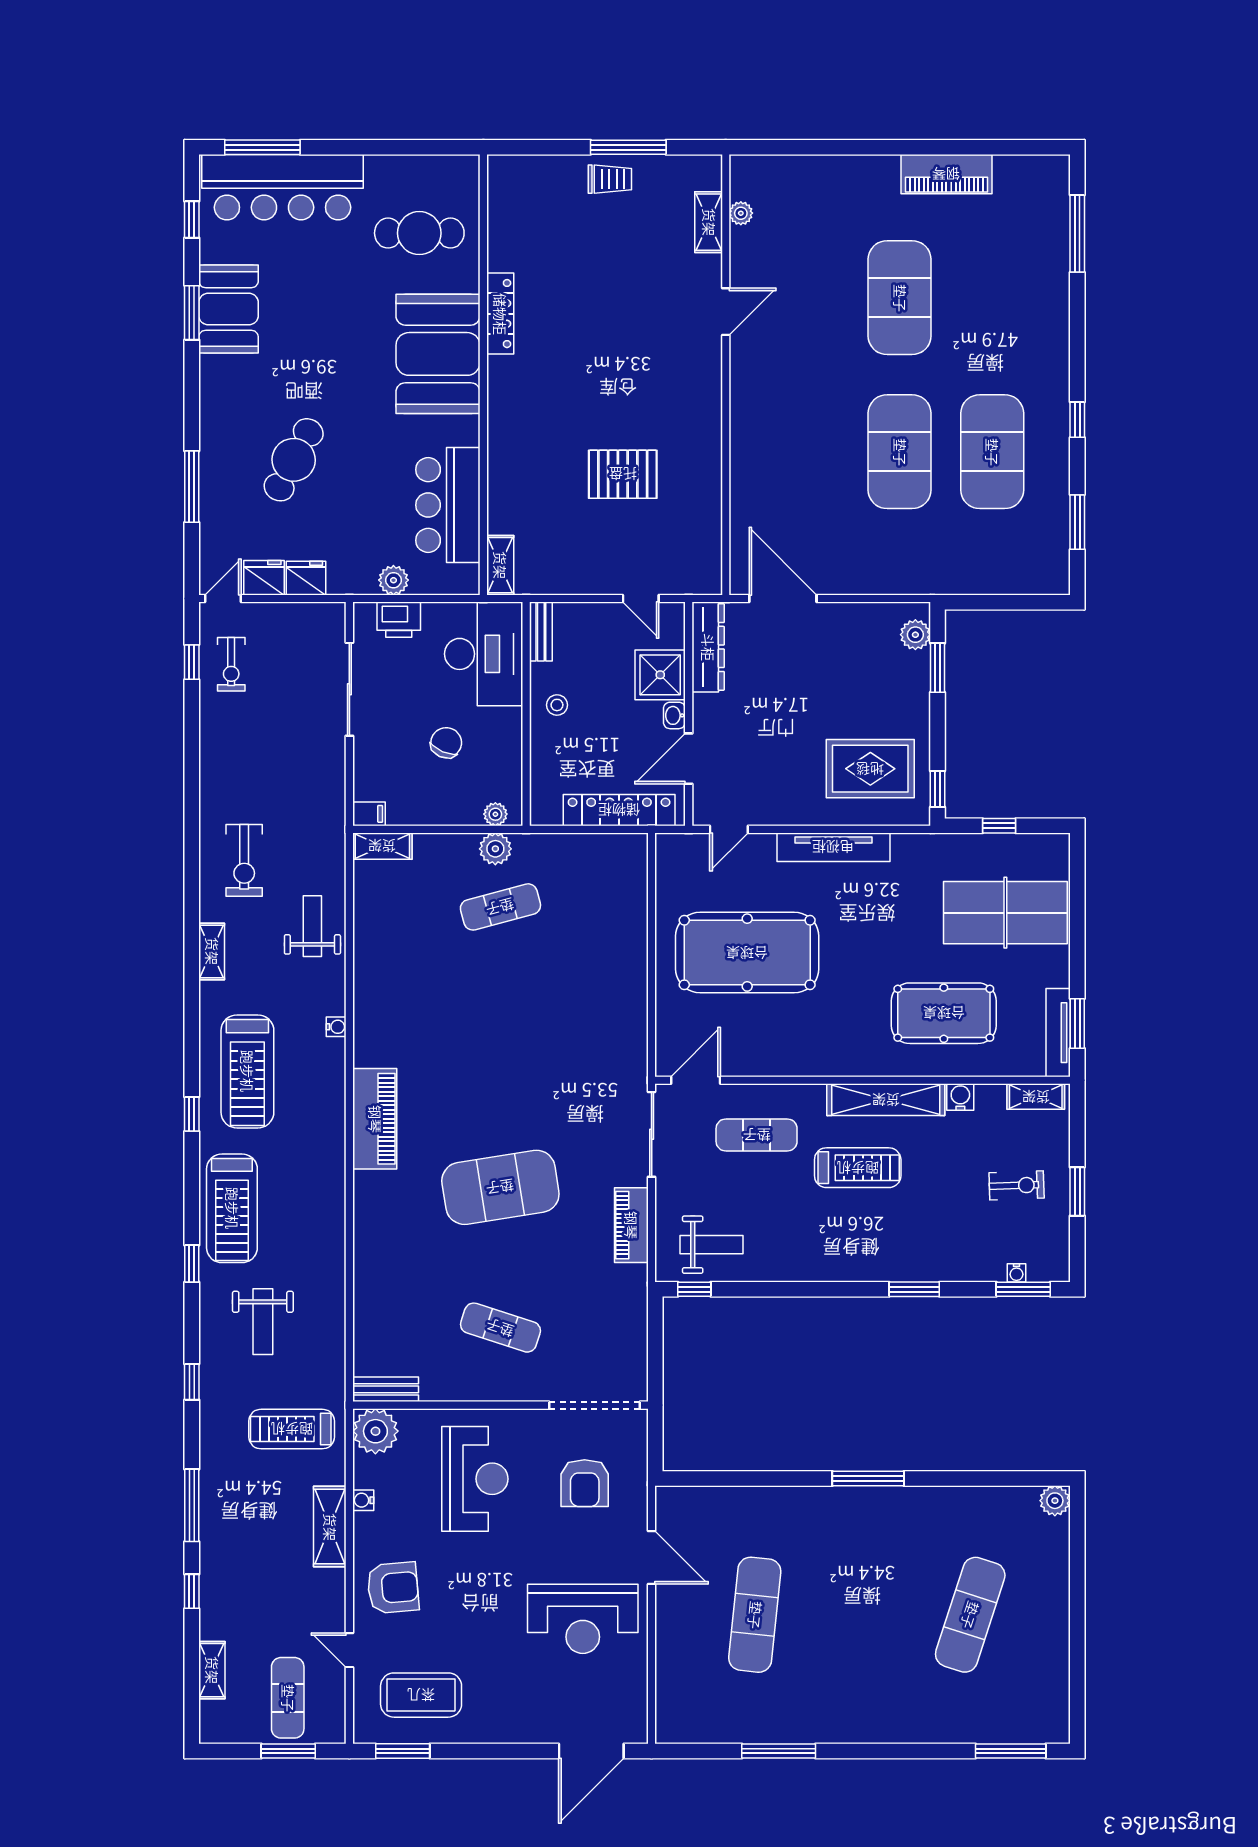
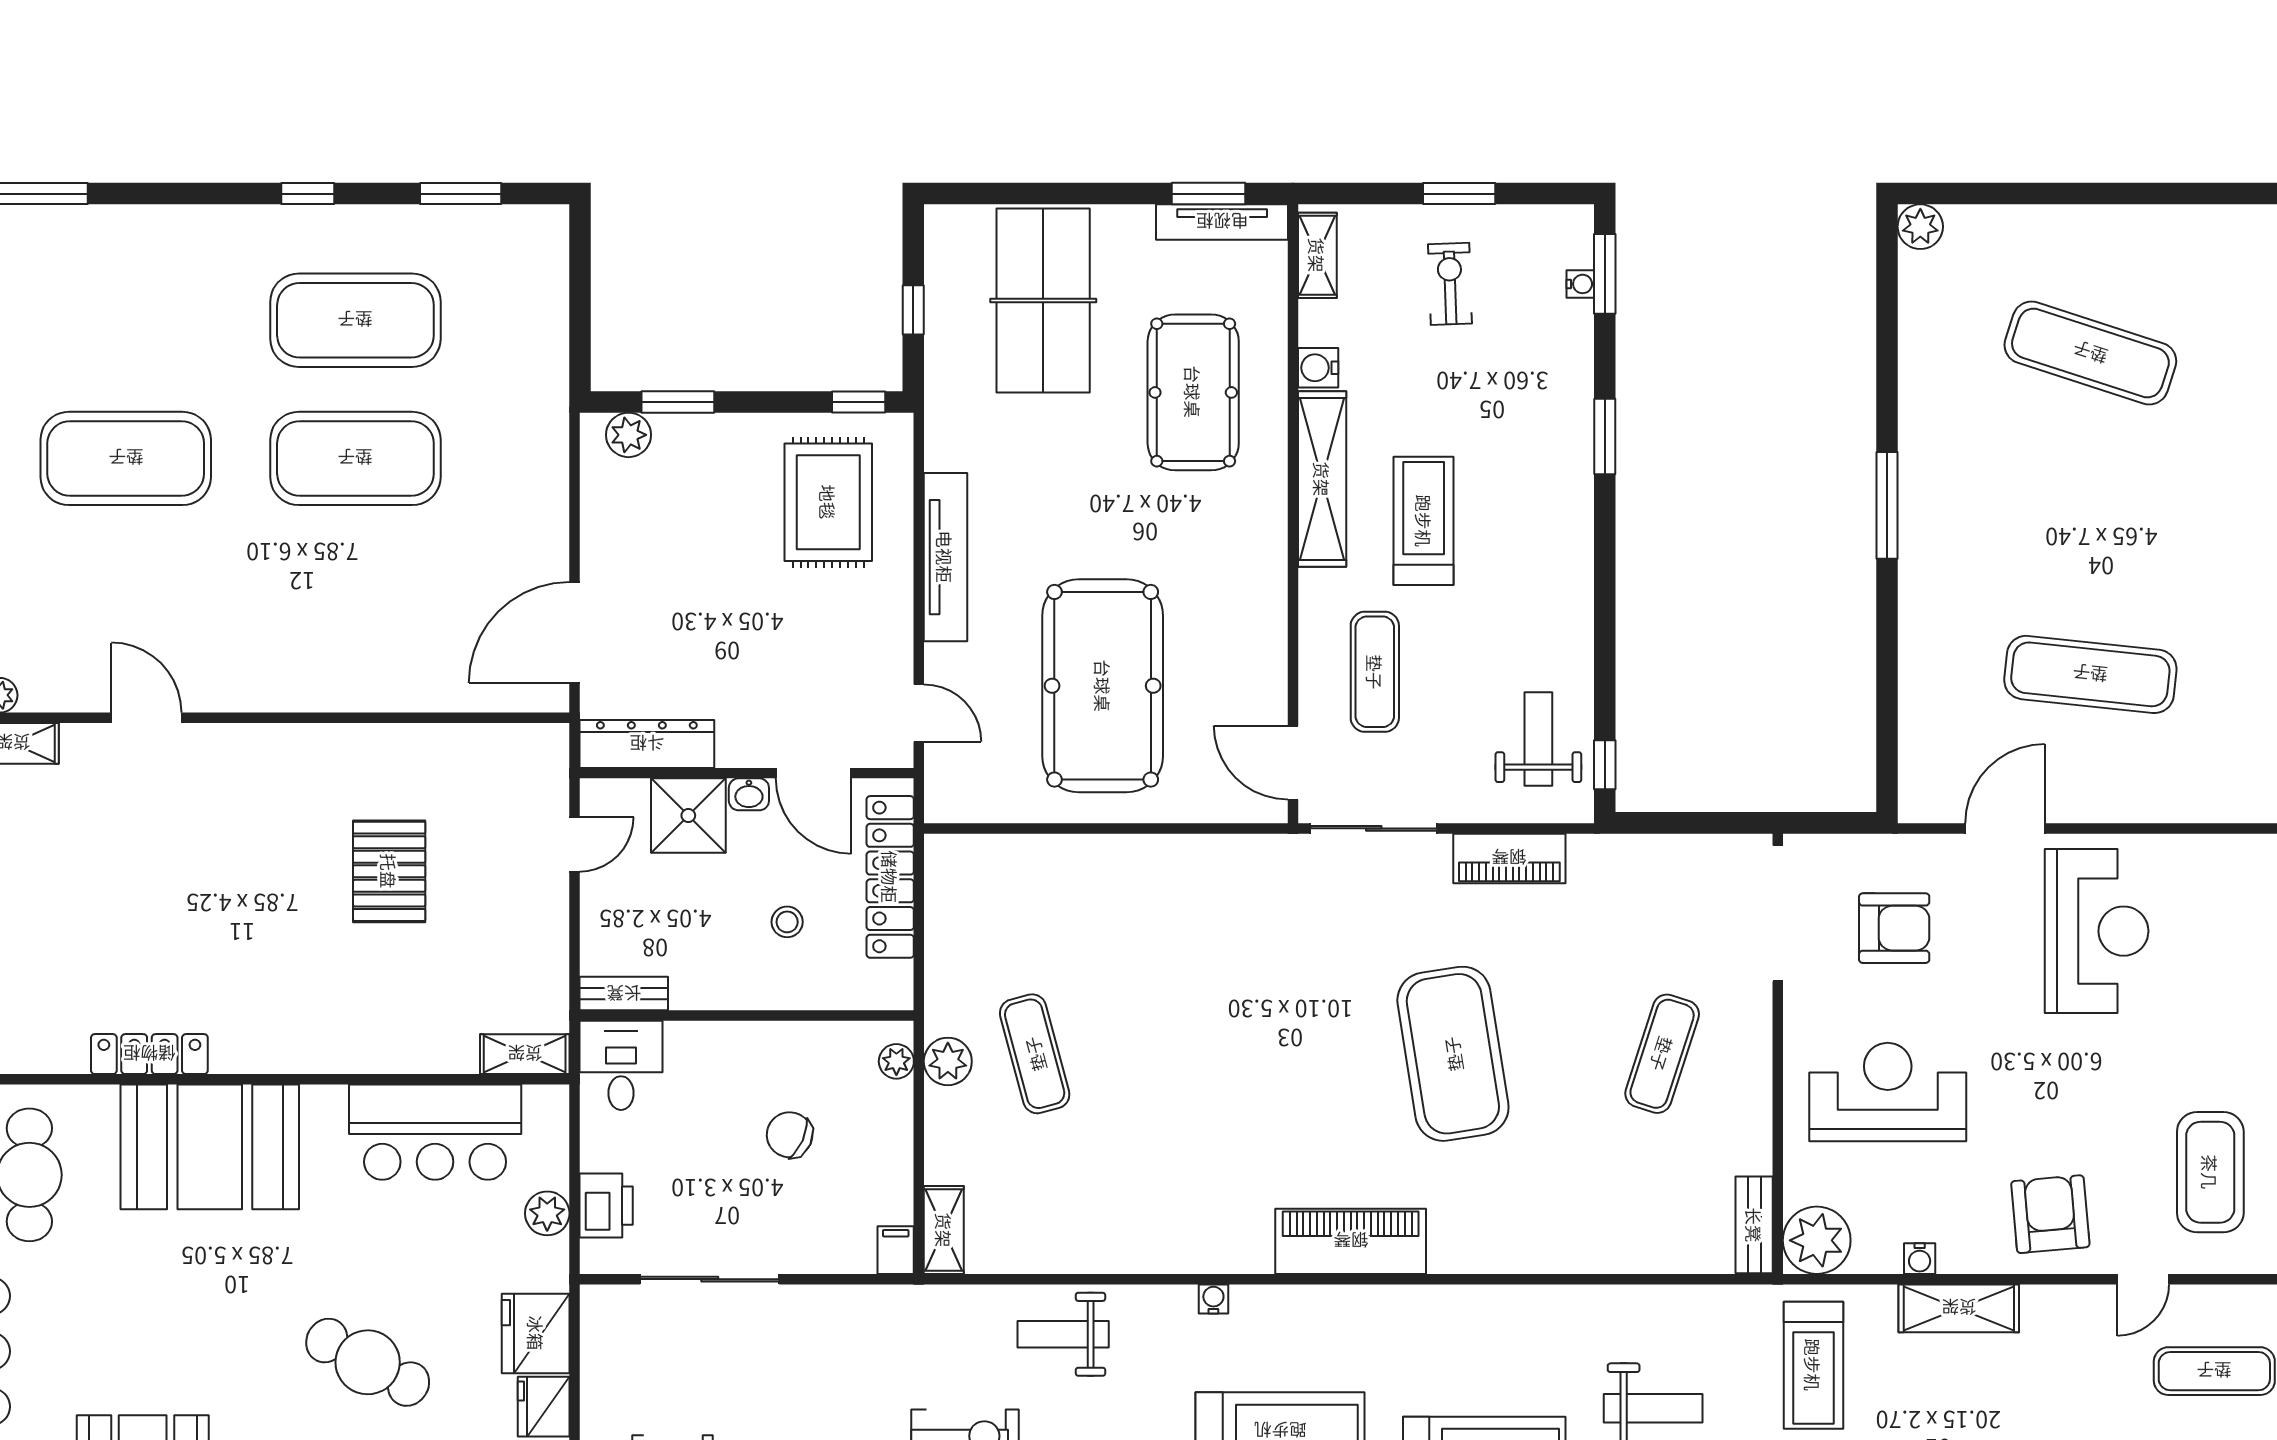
fridge: (306, 578) -> (536, 1333), width x1.36, depth x1.34
desk: (484, 654) -> (621, 1065), width x0.53, depth x0.77
stool: (557, 705) -> (787, 922), moved

